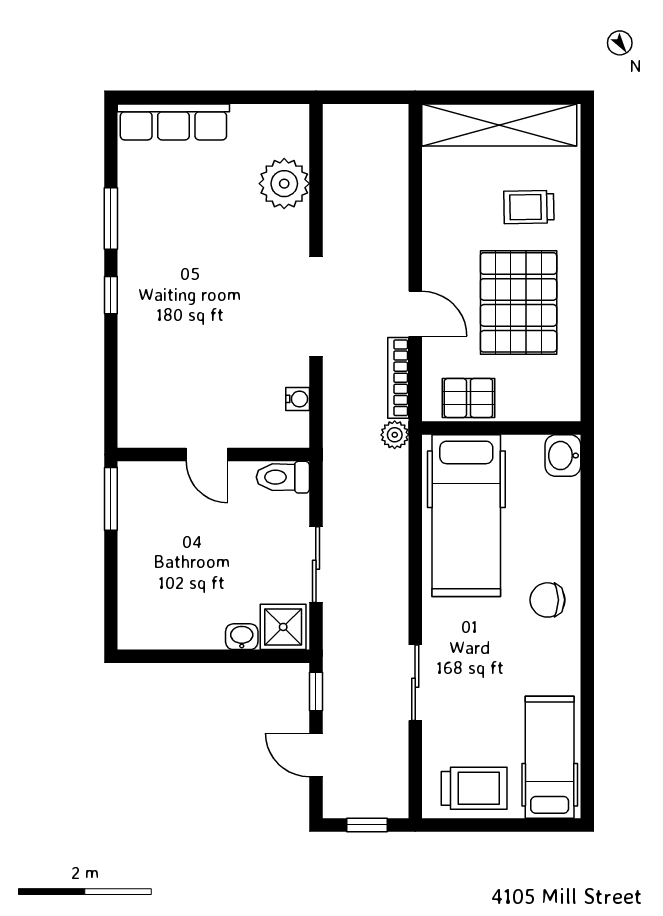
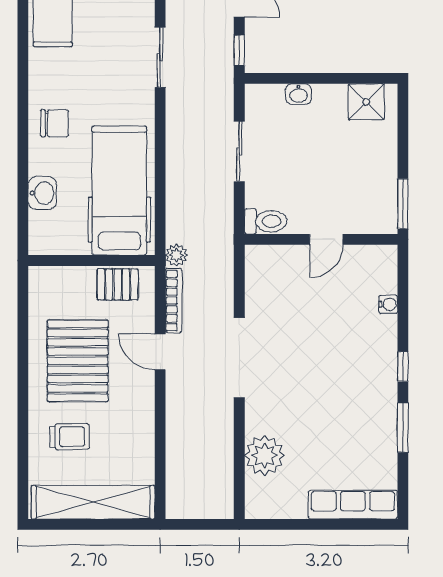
water cooler: (298, 399) -> (388, 304), moved, turned 180
door: (207, 454) -> (326, 239), swing flipped
washbasin: (563, 456) -> (42, 193), moved
shower: (283, 627) -> (366, 102), moved

